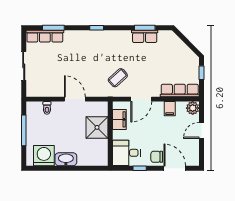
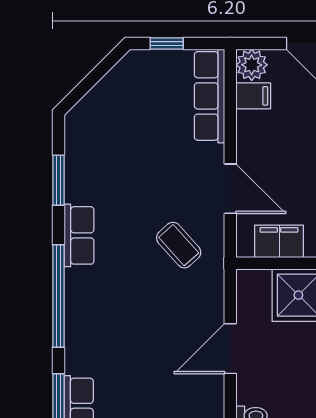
window: (97, 28) -> (58, 296), width x3.17
row of seats: (145, 36) -> (79, 235), moved
filing cabinet: (170, 109) -> (253, 96), moved

